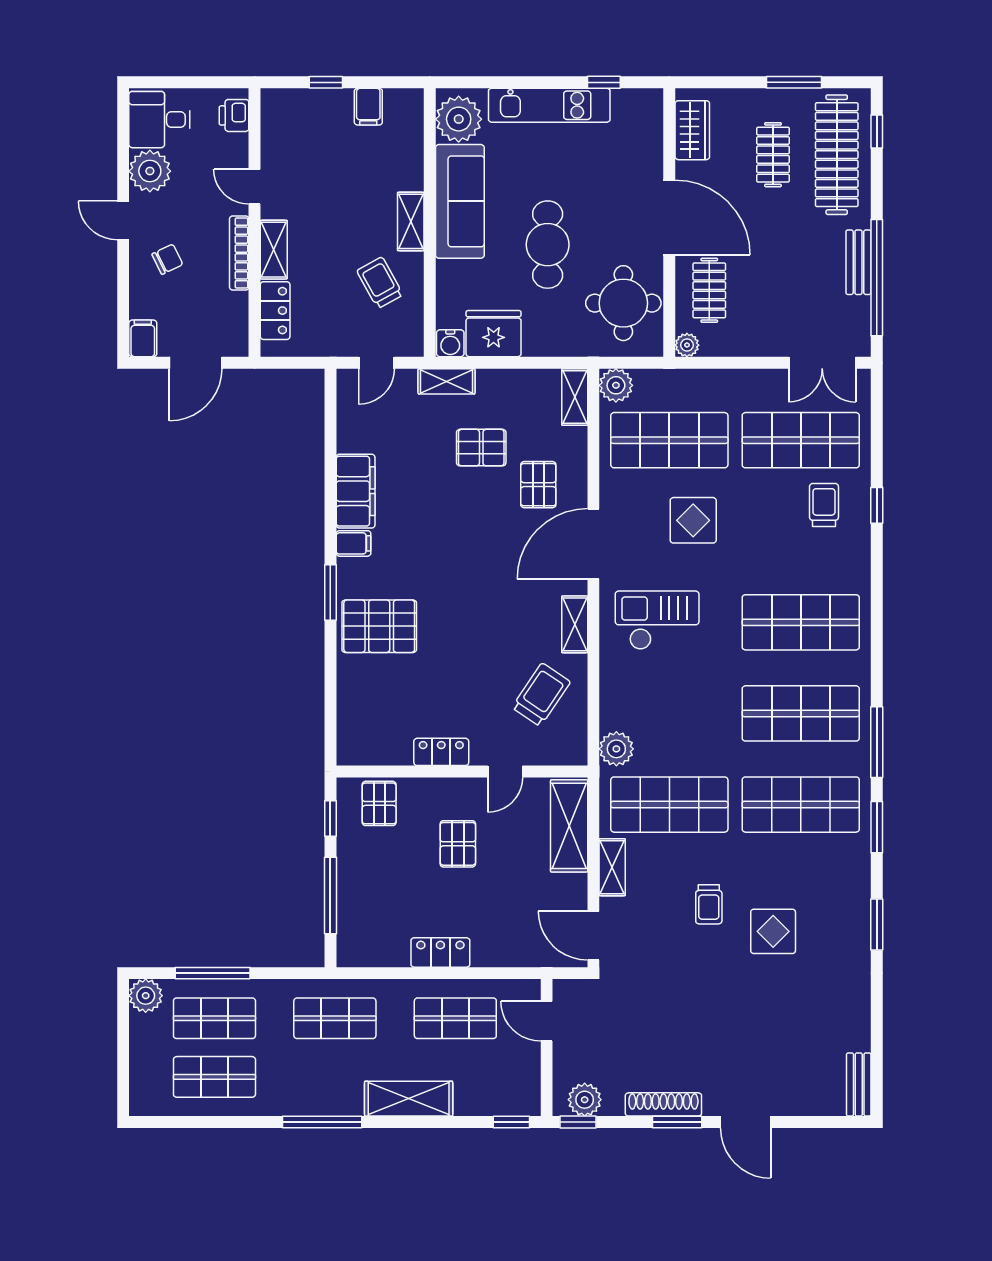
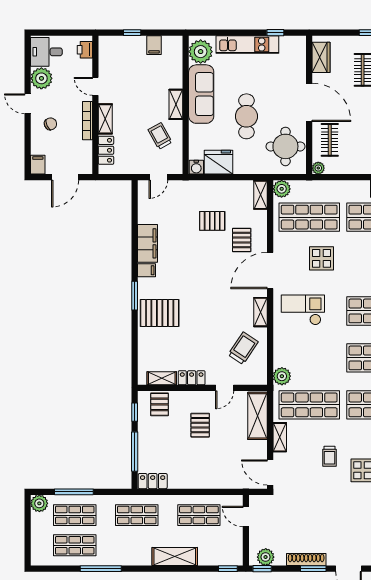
shelving: (447, 381) -> (162, 378), moved
locker: (440, 952) -> (153, 481), moved
window: (322, 1122) -> (101, 569), moved

